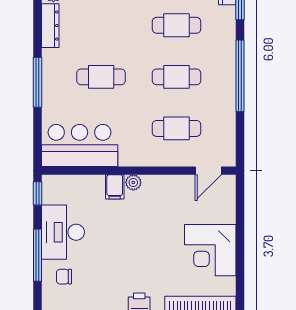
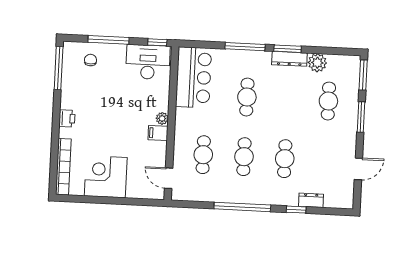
window: (37, 29) -> (288, 49), added
filing cabinet: (115, 187) -> (158, 133), moved
desk: (63, 232) -> (148, 62), moved

